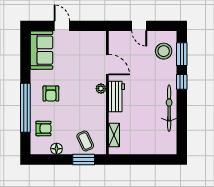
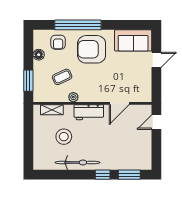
door: (139, 26) -> (156, 122), moved
stool: (164, 51) -> (64, 137), moved
plant: (101, 89) -> (73, 97), moved
armchair: (51, 94) -> (92, 49), width x1.88, depth x1.88
coffee table: (85, 141) -> (62, 77), moved

